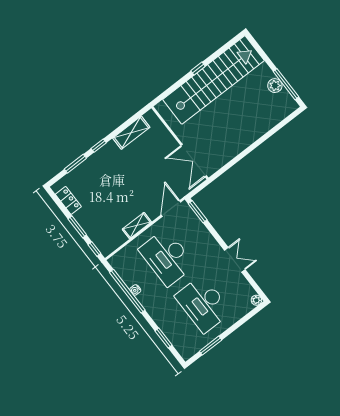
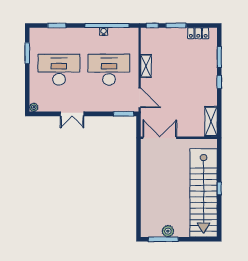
shelving: (131, 133) -> (211, 121), moved

